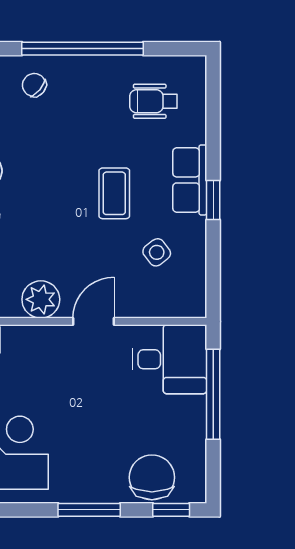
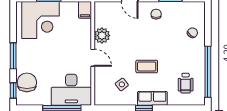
window: (83, 49) -> (208, 72), moved
wheelchair: (153, 101) -> (186, 83), turned 180
desk: (169, 359) -> (71, 90), width x1.37
chair: (152, 477) -> (27, 82), turned -90

